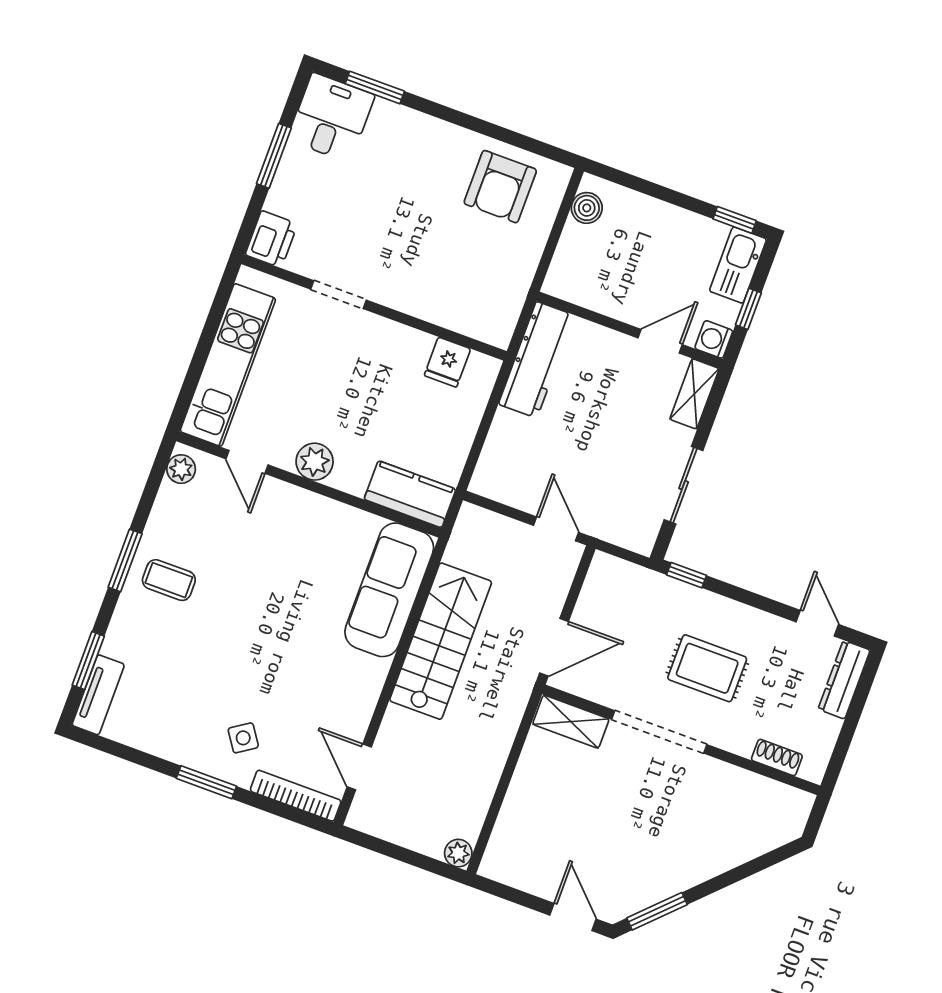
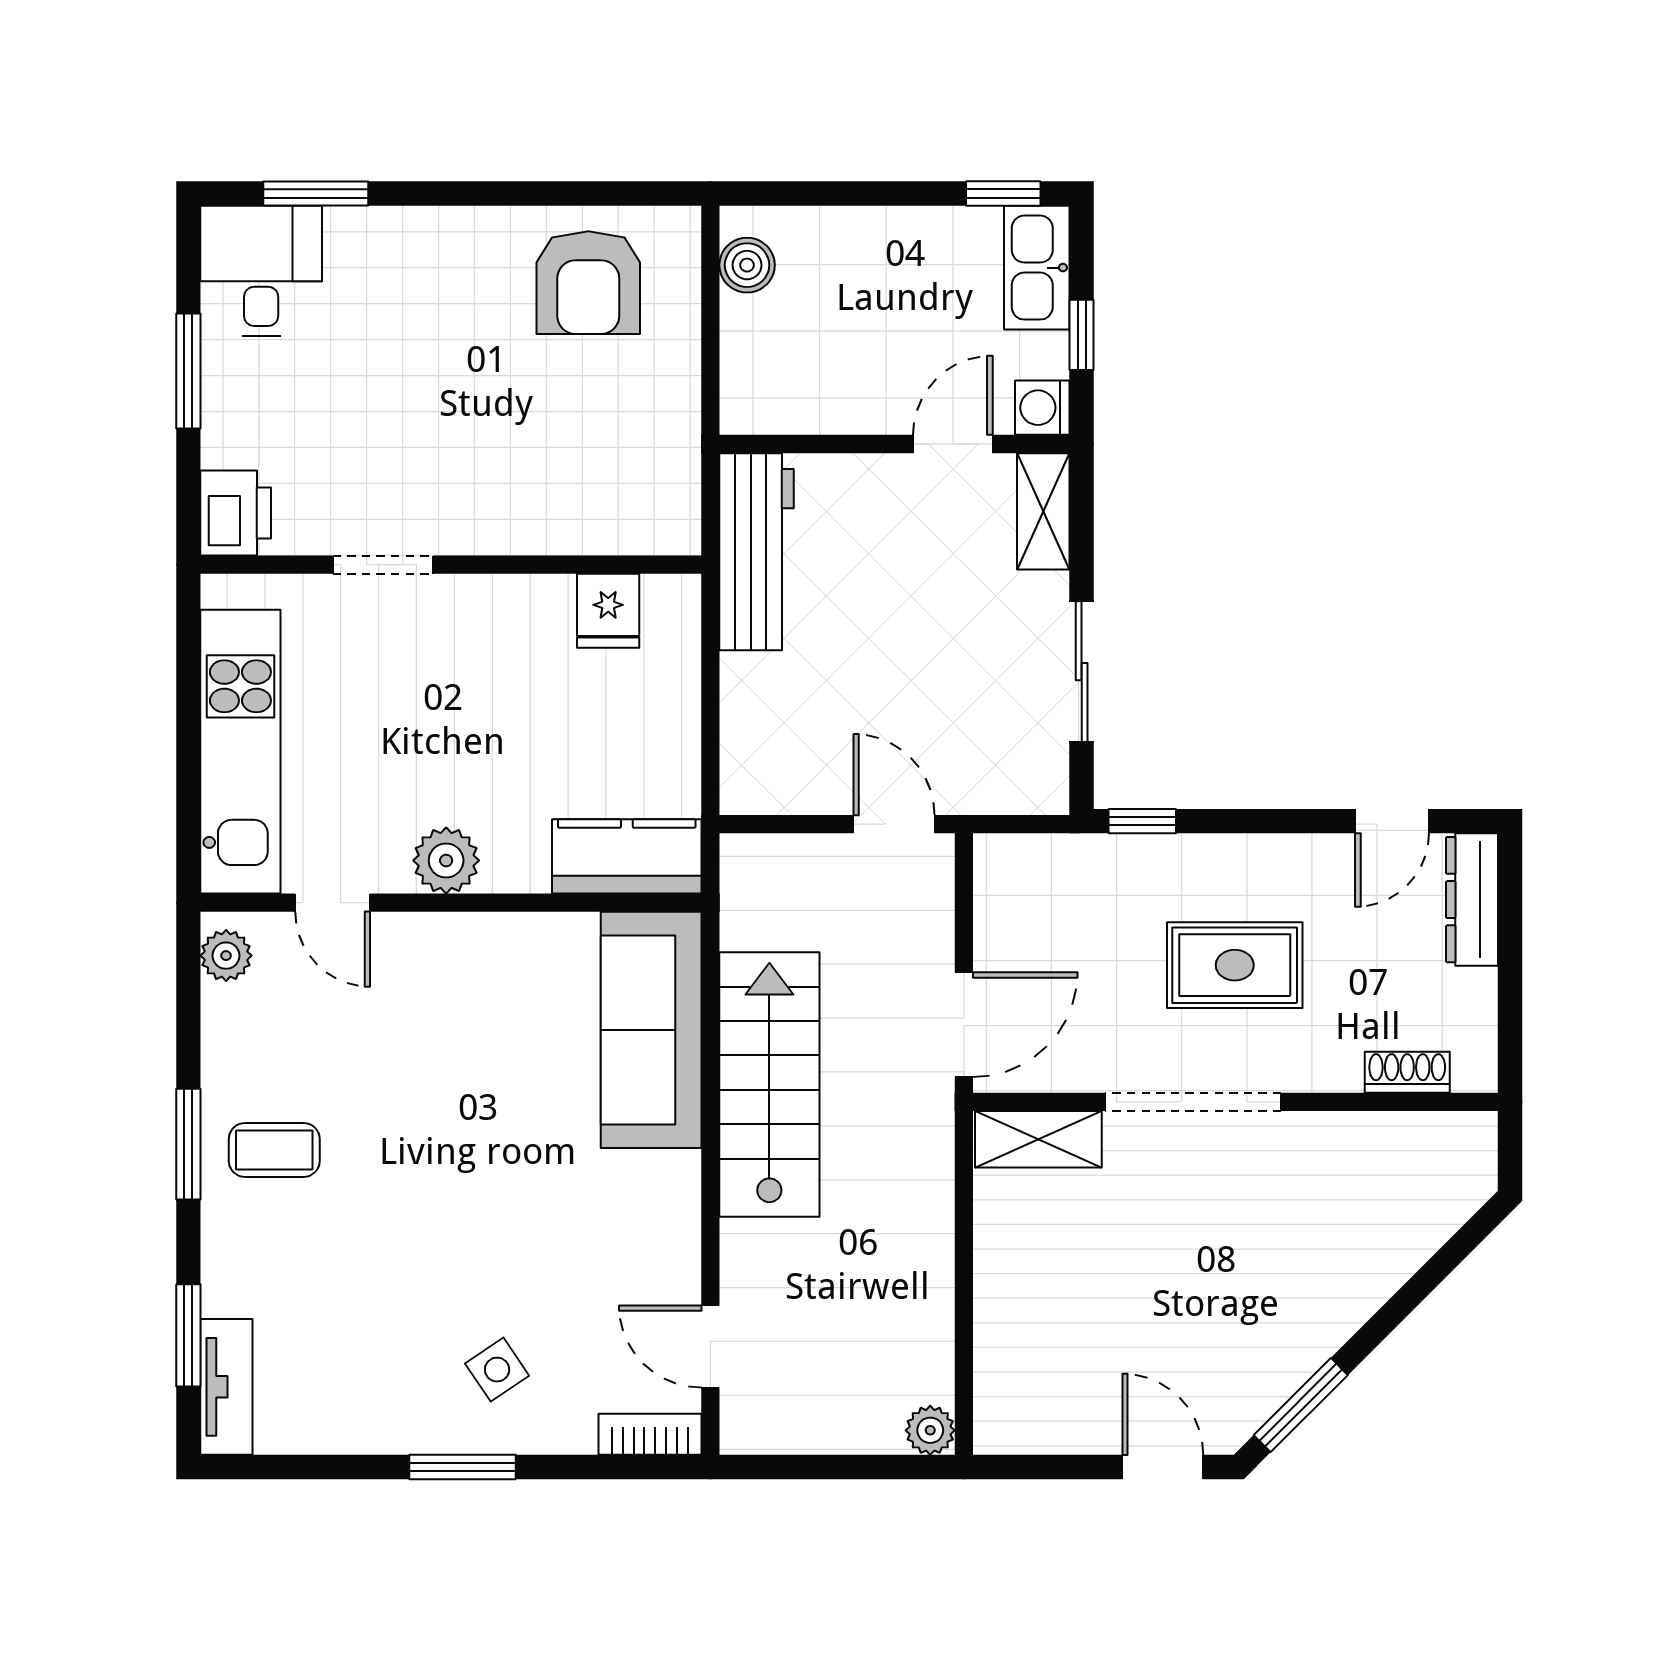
door: (817, 623) -> (1392, 821), swing flipped
bookcase: (296, 796) -> (650, 1434), width x0.64

